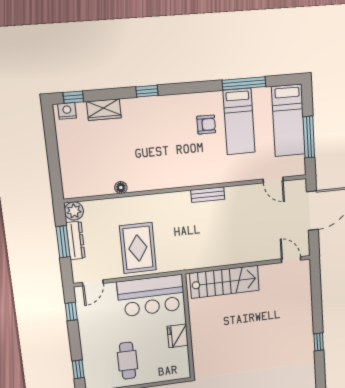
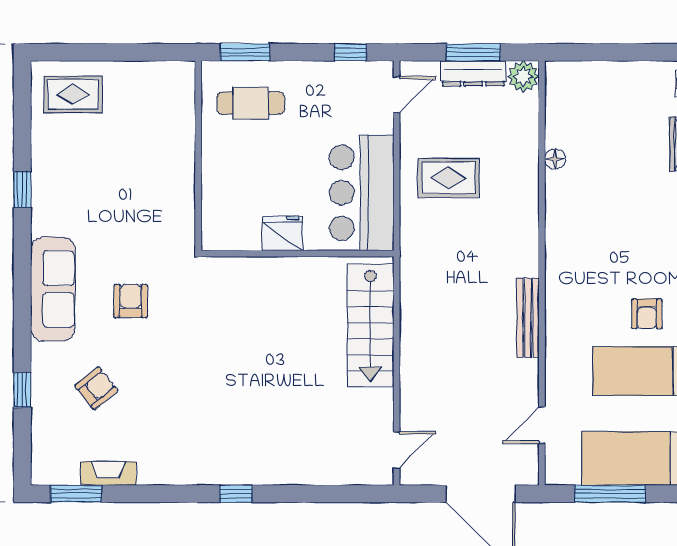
bench: (208, 195) -> (528, 318), width x1.36
rug: (138, 248) -> (448, 178), width x0.73, depth x0.70
door: (93, 283) -> (397, 94), swing flipped
cafe table: (128, 361) -> (251, 103), moved
window: (78, 369) -> (245, 52), width x1.50

